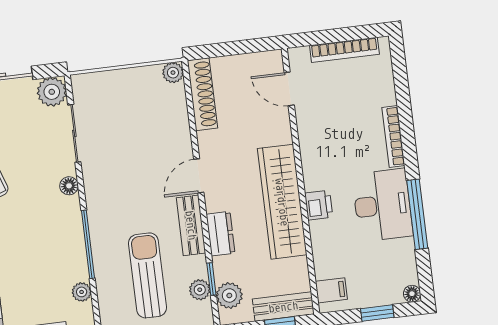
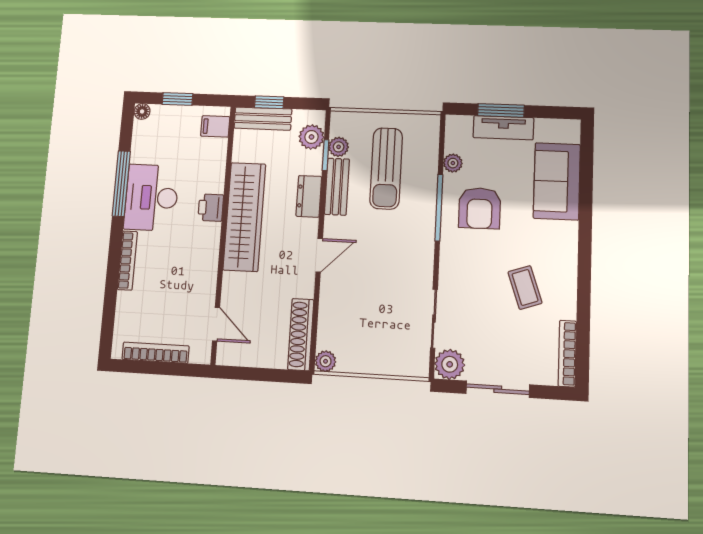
floor lamp: (69, 186) -> (448, 268), removed
bench: (191, 225) -> (337, 187), moved
armchair: (48, 251) -> (480, 208), added

